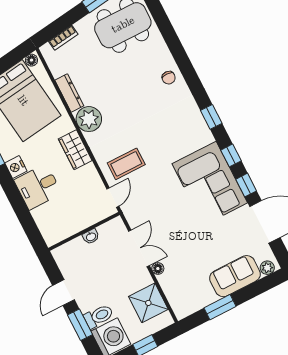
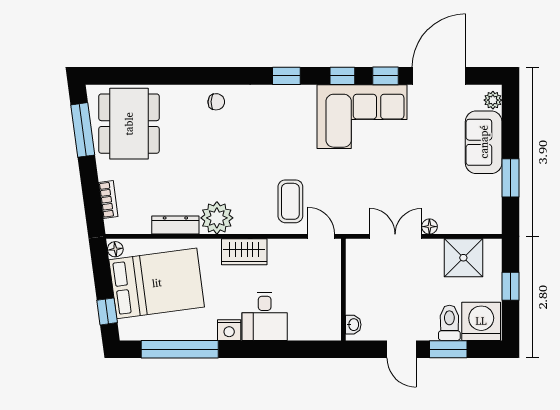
washbasin: (91, 237) -> (353, 325), moved

